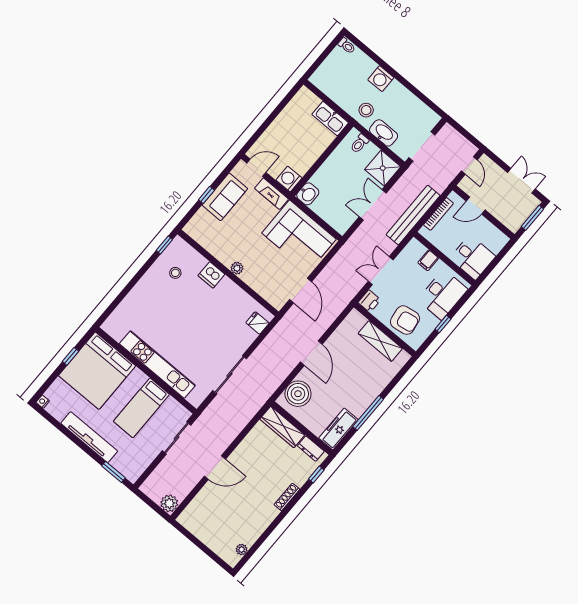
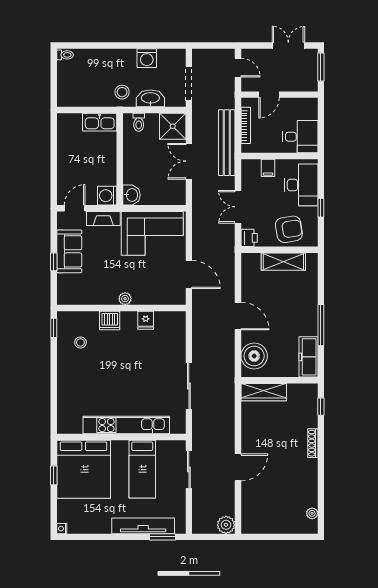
washing machine: (381, 79) -> (147, 58), moved
fridge: (258, 323) -> (146, 320), moved, turned -90
tv unit: (89, 437) -> (143, 526), moved
dresser: (311, 449) -> (300, 390), removed

